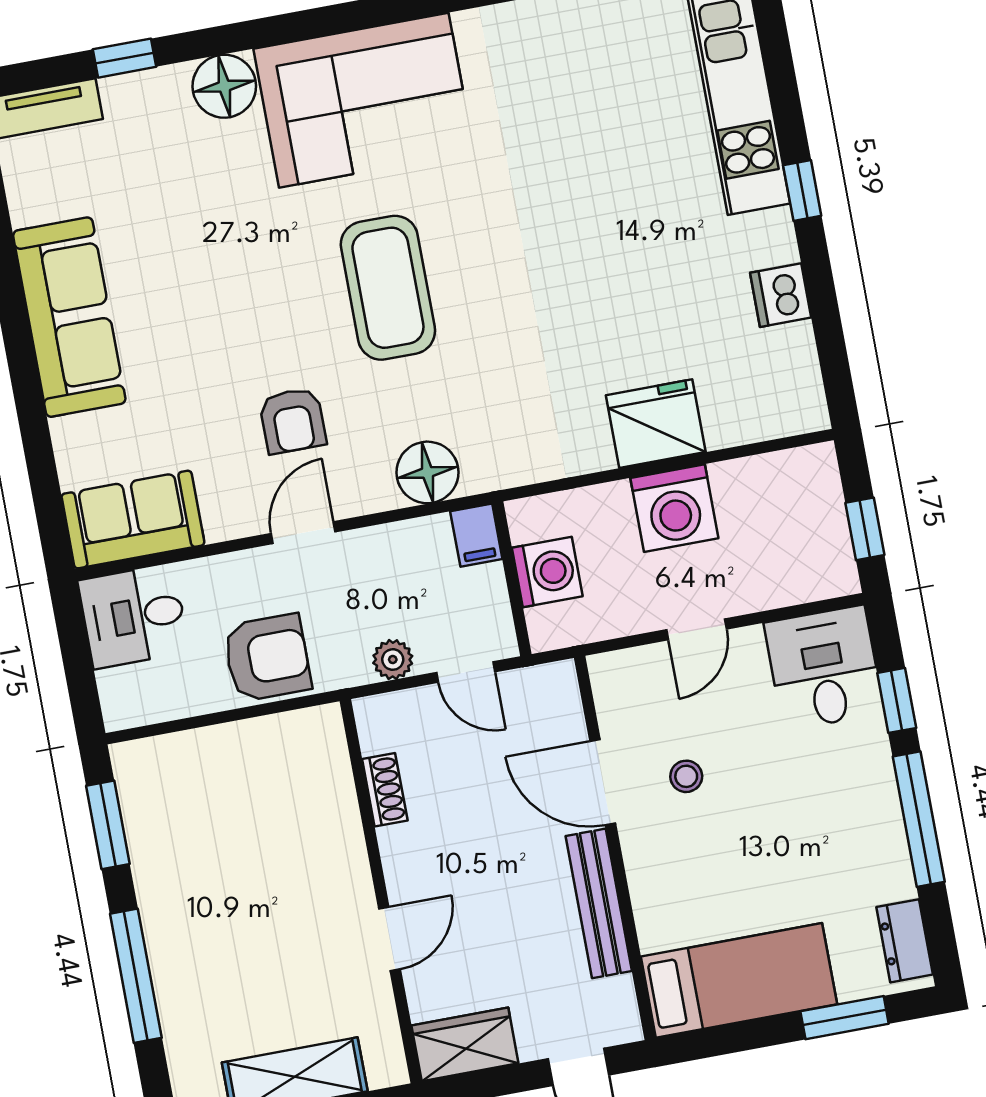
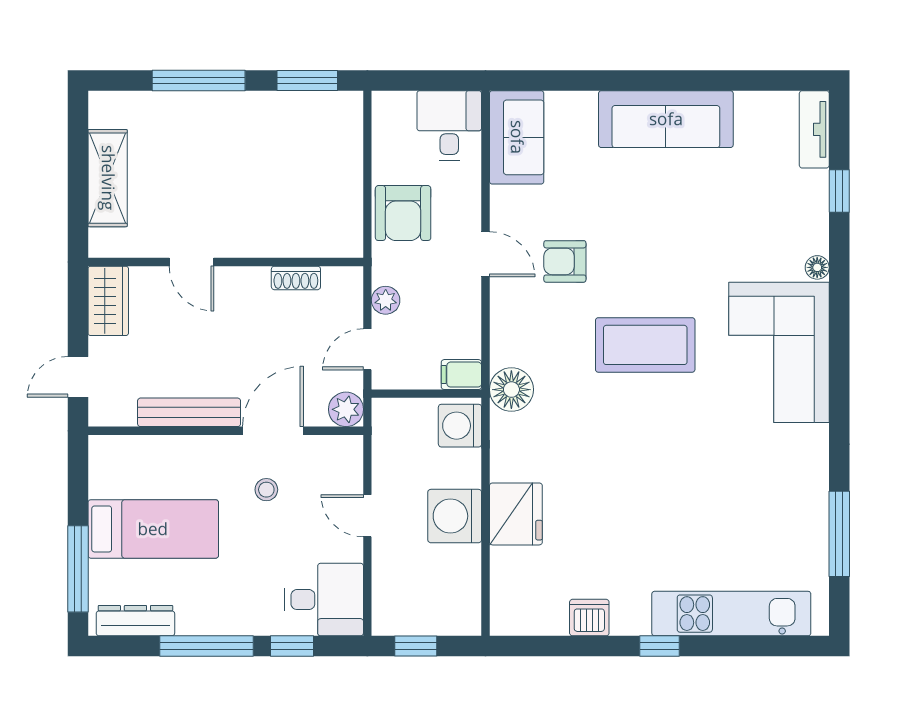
floor lamp: (224, 86) -> (817, 267), width x0.53, depth x0.53
floor lamp: (427, 472) -> (511, 390), moved
washing machine: (547, 572) -> (460, 426), moved, turned 90
plant: (554, 686) -> (346, 409), added
dresser: (905, 941) -> (135, 621), width x1.44
bed: (739, 980) -> (153, 529), moved, turned -90
window: (845, 1018) -> (78, 569), width x1.44

